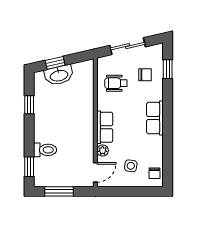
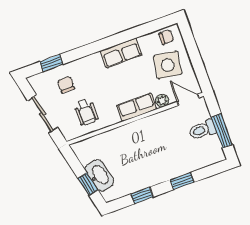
row of seats: (155, 118) -> (121, 53), moved
toilet: (45, 150) -> (202, 130), moved, turned -90
side table: (131, 166) -> (168, 65), width x1.87, depth x1.87
window: (29, 167) -> (182, 181), moved

